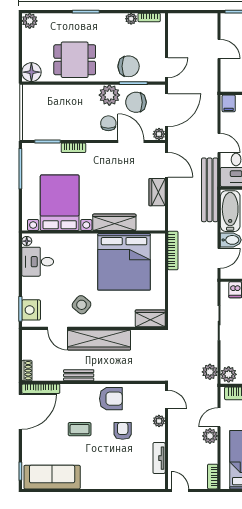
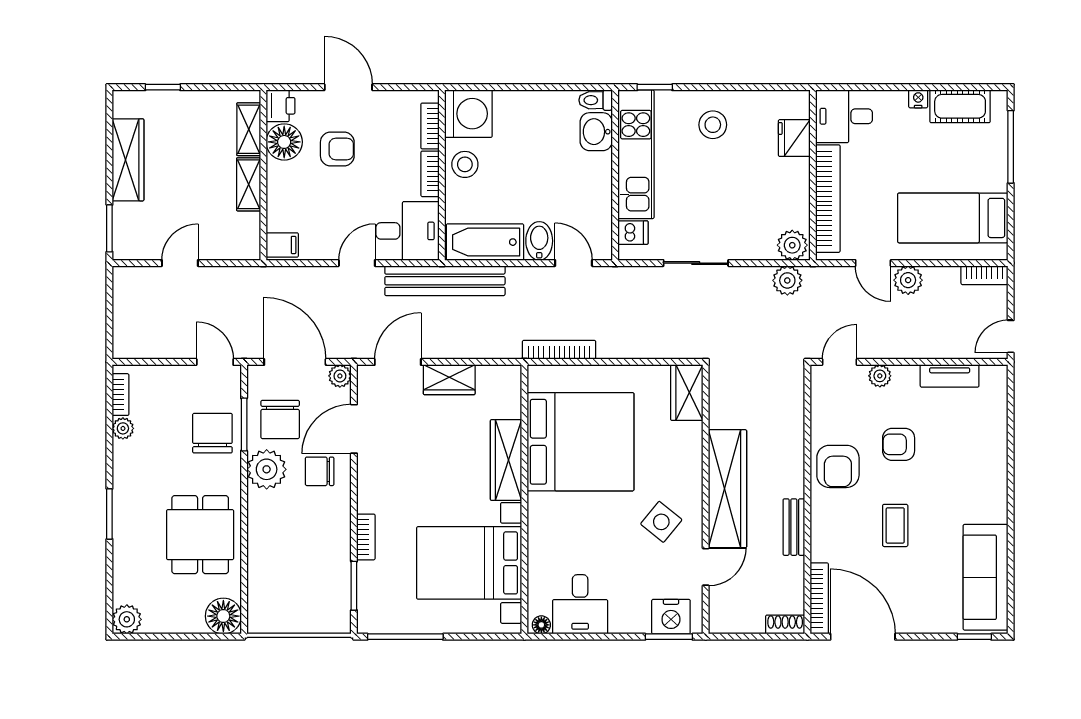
armchair: (111, 399) -> (838, 466), turned 180

